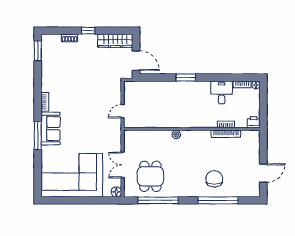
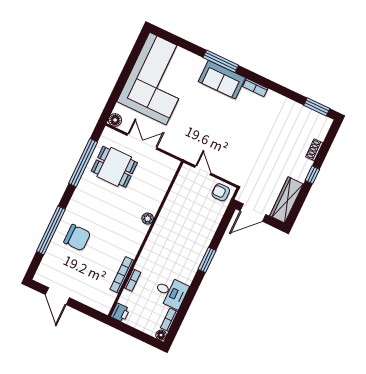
armchair: (132, 91) -> (221, 192), added

